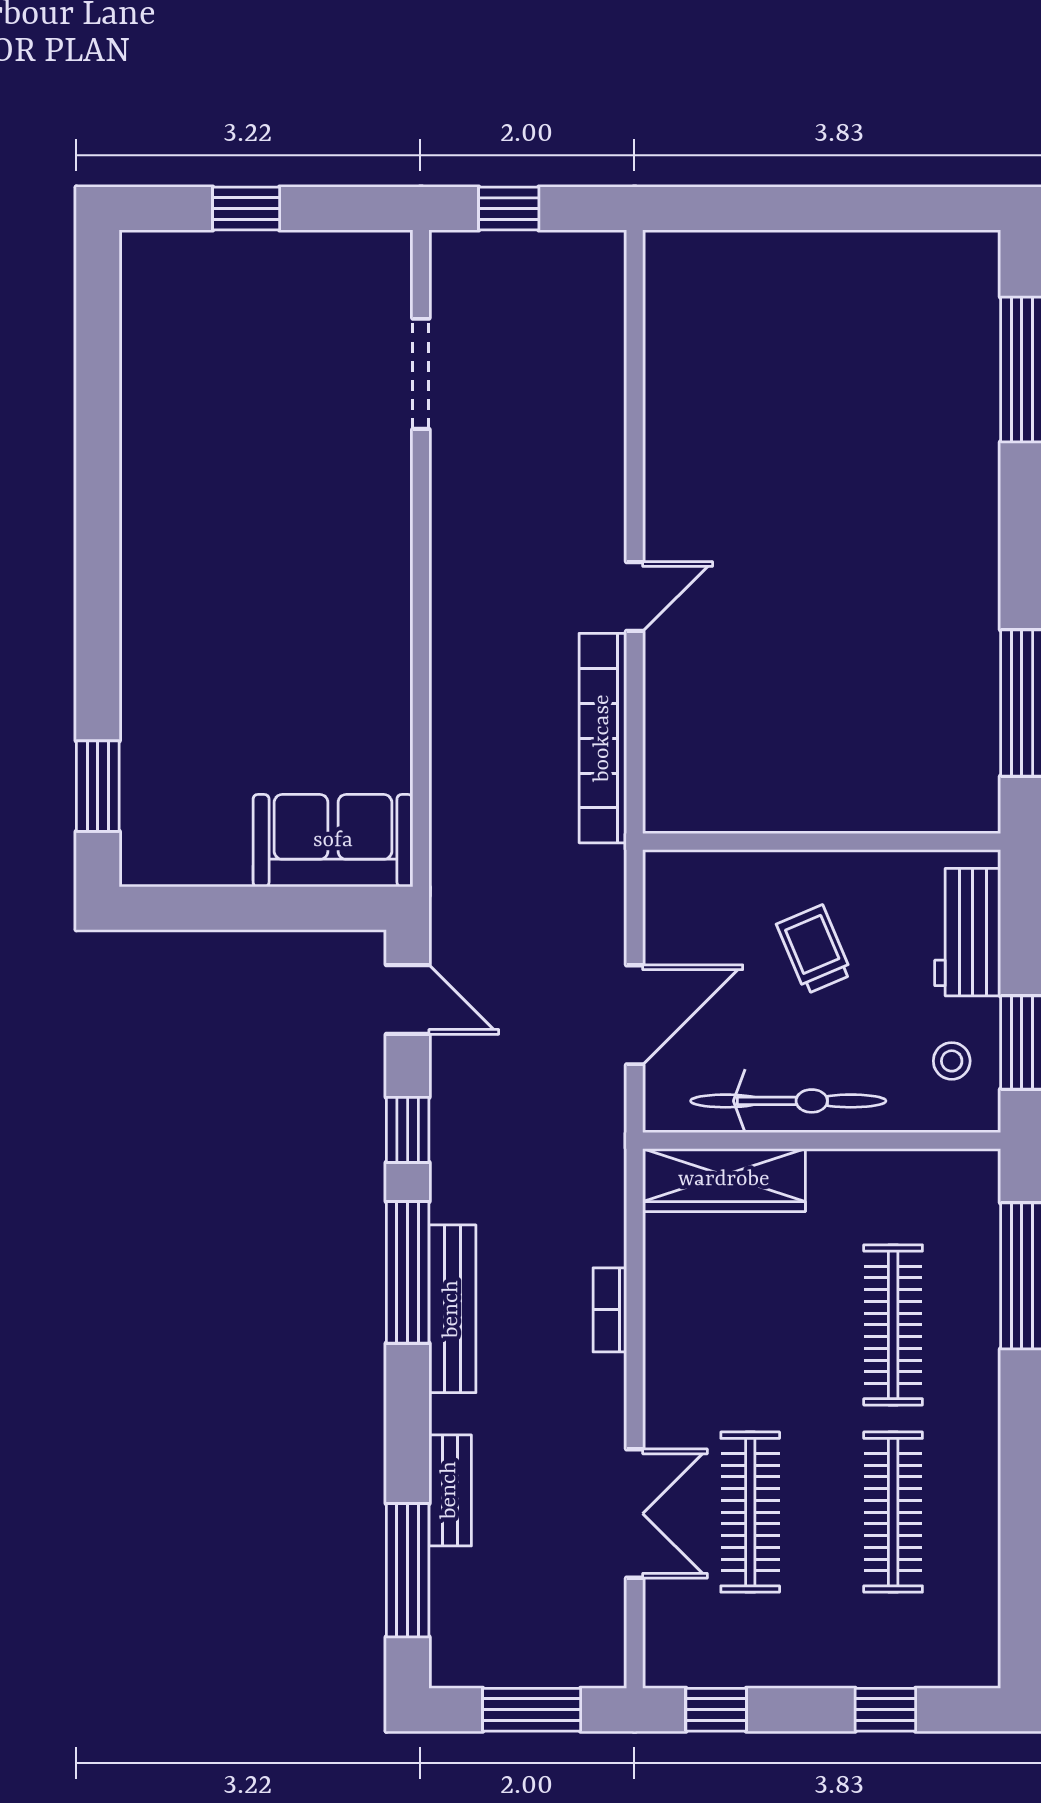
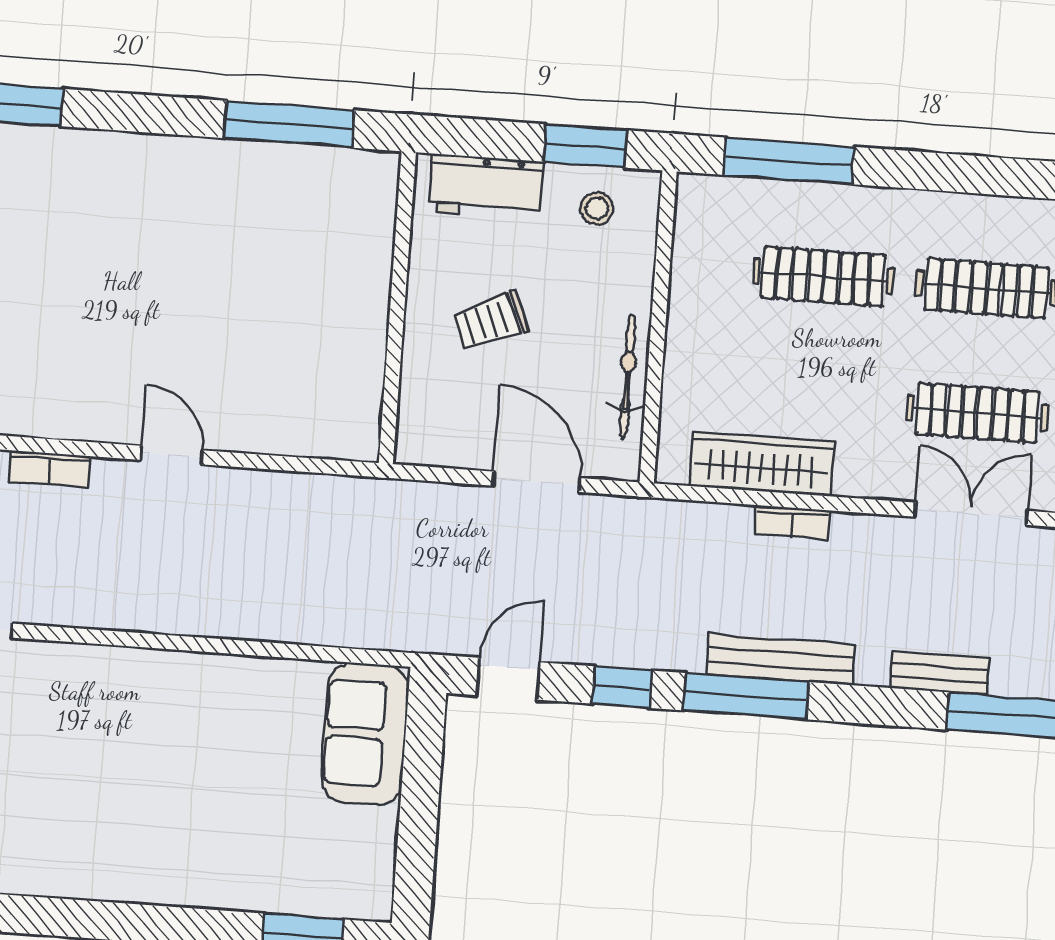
bookcase: (603, 738) -> (49, 469), moved, width x0.43, depth x0.76
bicycle: (788, 1101) -> (627, 377), width x0.73, depth x0.71
wardrobe: (724, 1180) -> (761, 464), moved, turned -90

